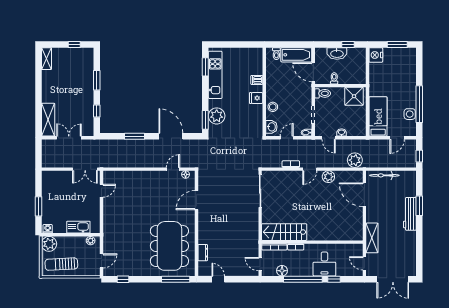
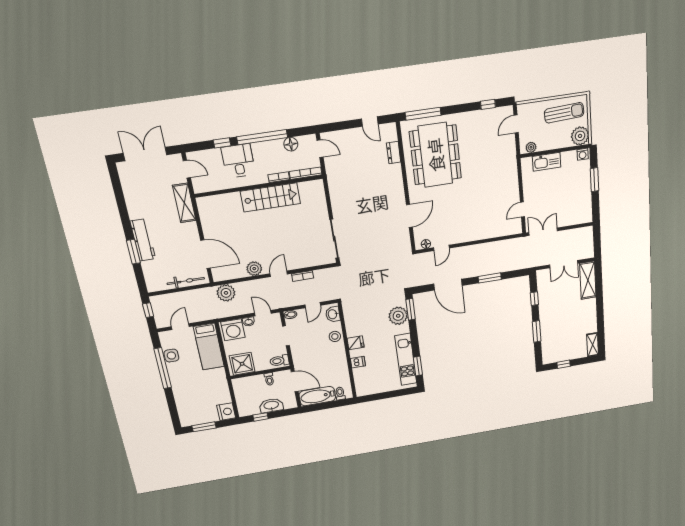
washing machine: (356, 128) -> (233, 330), added
stairs: (284, 232) -> (270, 197), moved

